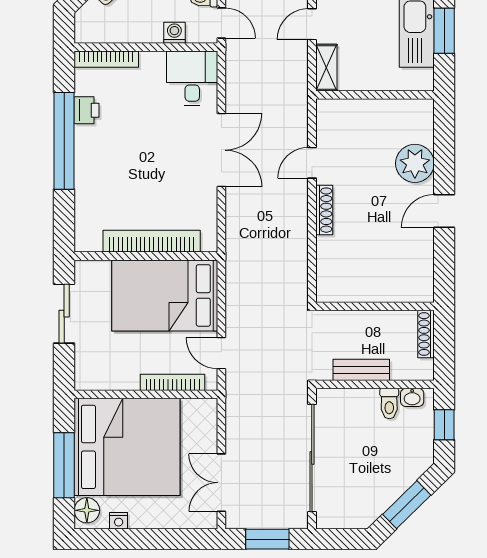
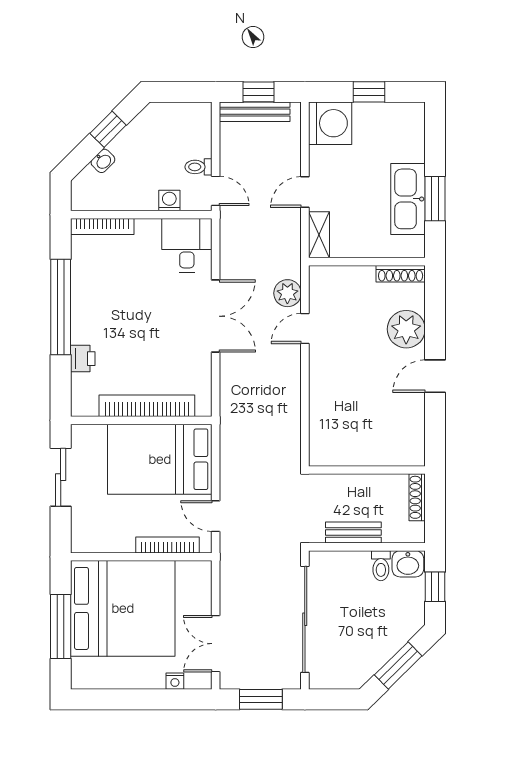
printer: (86, 110) -> (83, 359), moved
plant: (294, 127) -> (287, 293), added
shoe rack: (324, 210) -> (401, 274), moved, turned 90
washbasin: (412, 397) -> (408, 564), width x1.38, depth x1.45
floor lamp: (87, 510) -> (83, 671), removed
nightstand: (119, 521) -> (175, 681), moved

